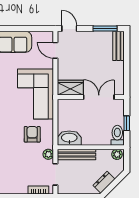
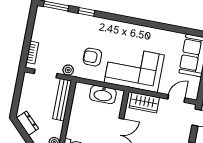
wardrobe: (70, 88) -> (144, 103), moved, turned 90
armchair: (32, 134) -> (92, 57), turned 180
washbasin: (69, 138) -> (103, 95), moved, turned 90

